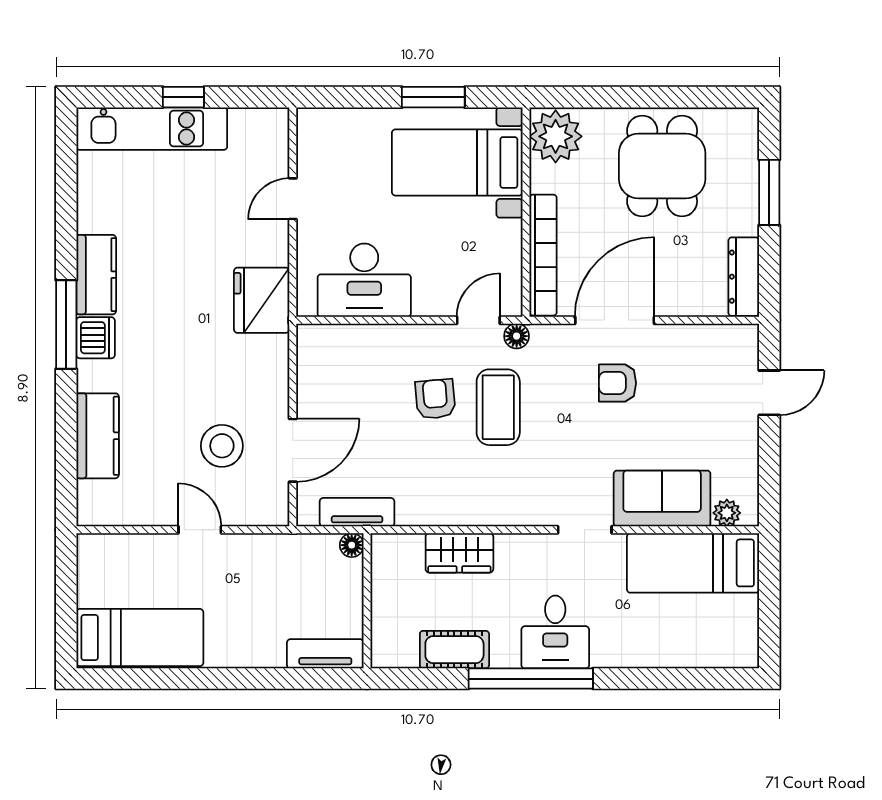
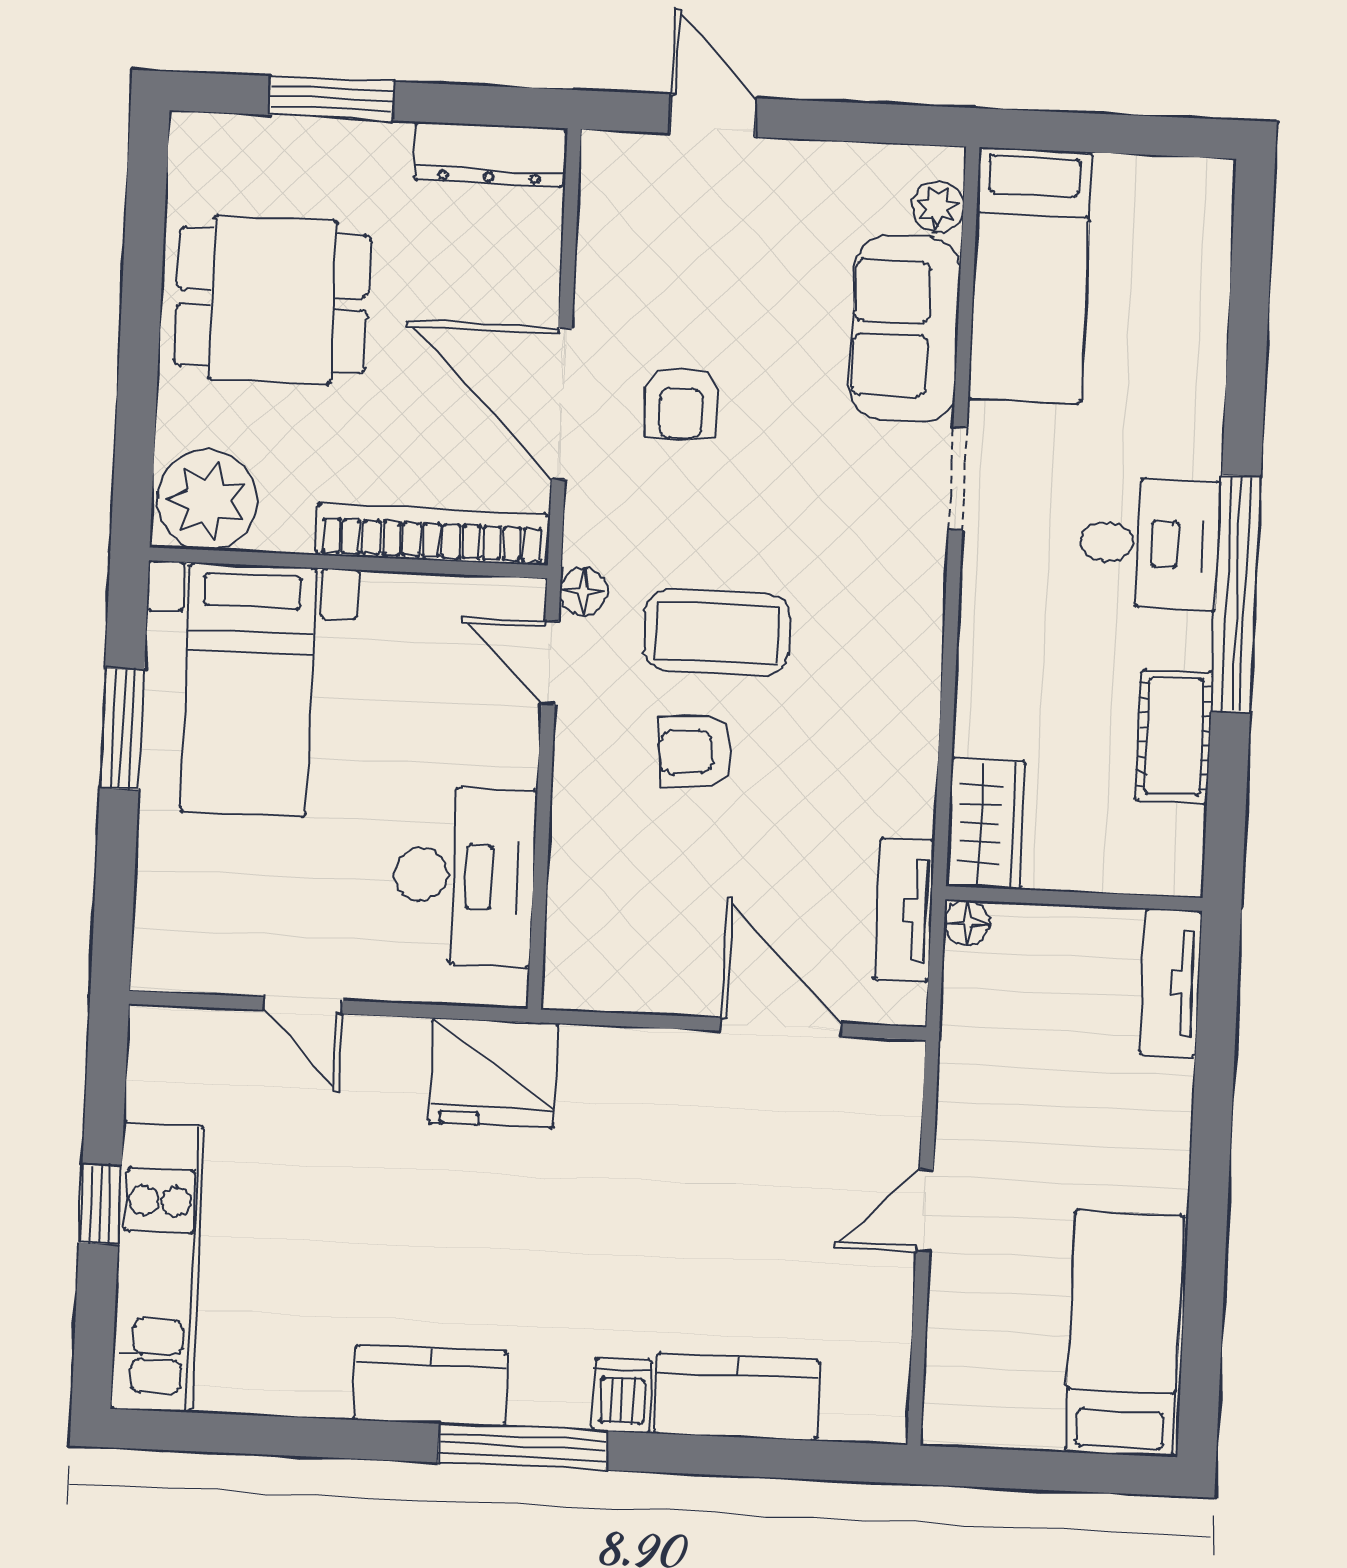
dishwasher: (96, 338) -> (622, 1395), moved, width x0.73
stool: (222, 446) -> (767, 1161), removed
wardrobe: (459, 553) -> (986, 824), moved

